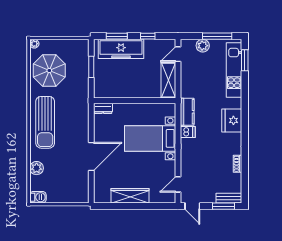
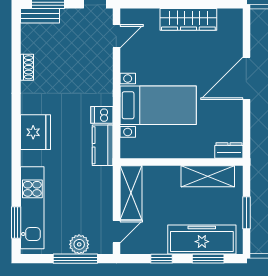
window: (217, 36) -> (75, 259), moved
shelving: (117, 91) -> (208, 176), added

